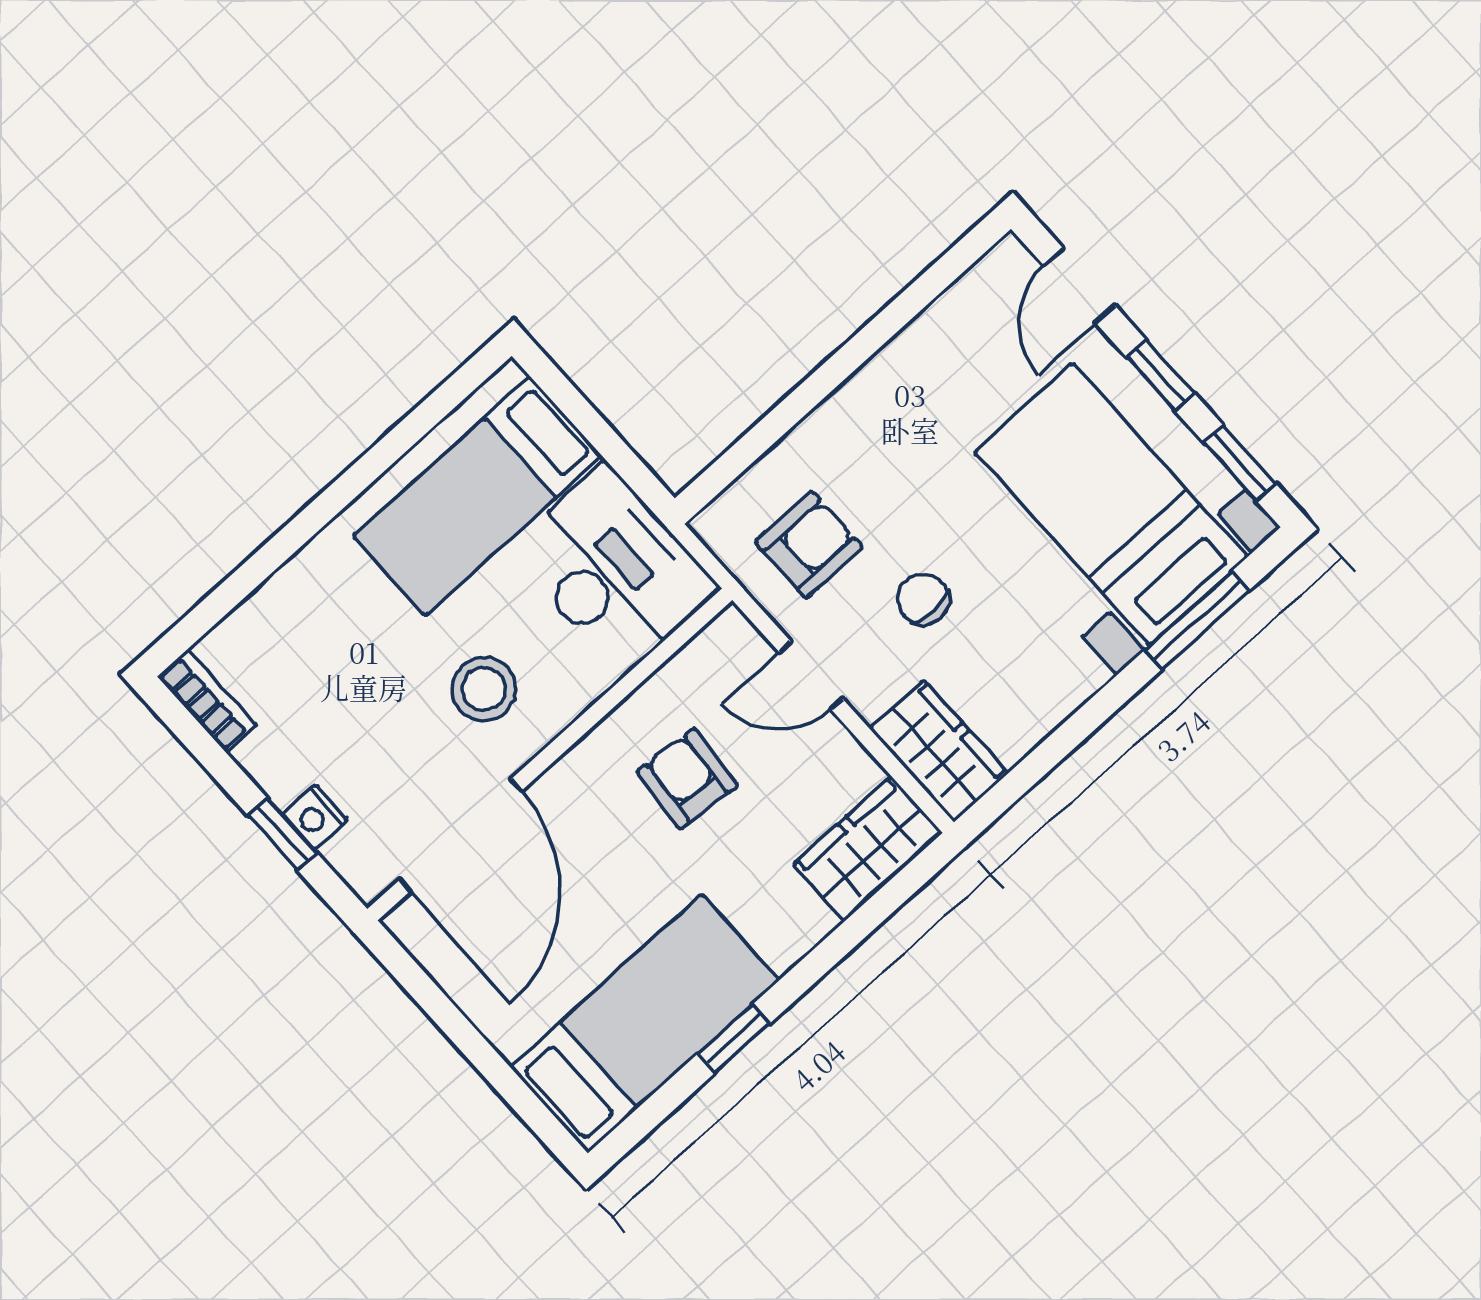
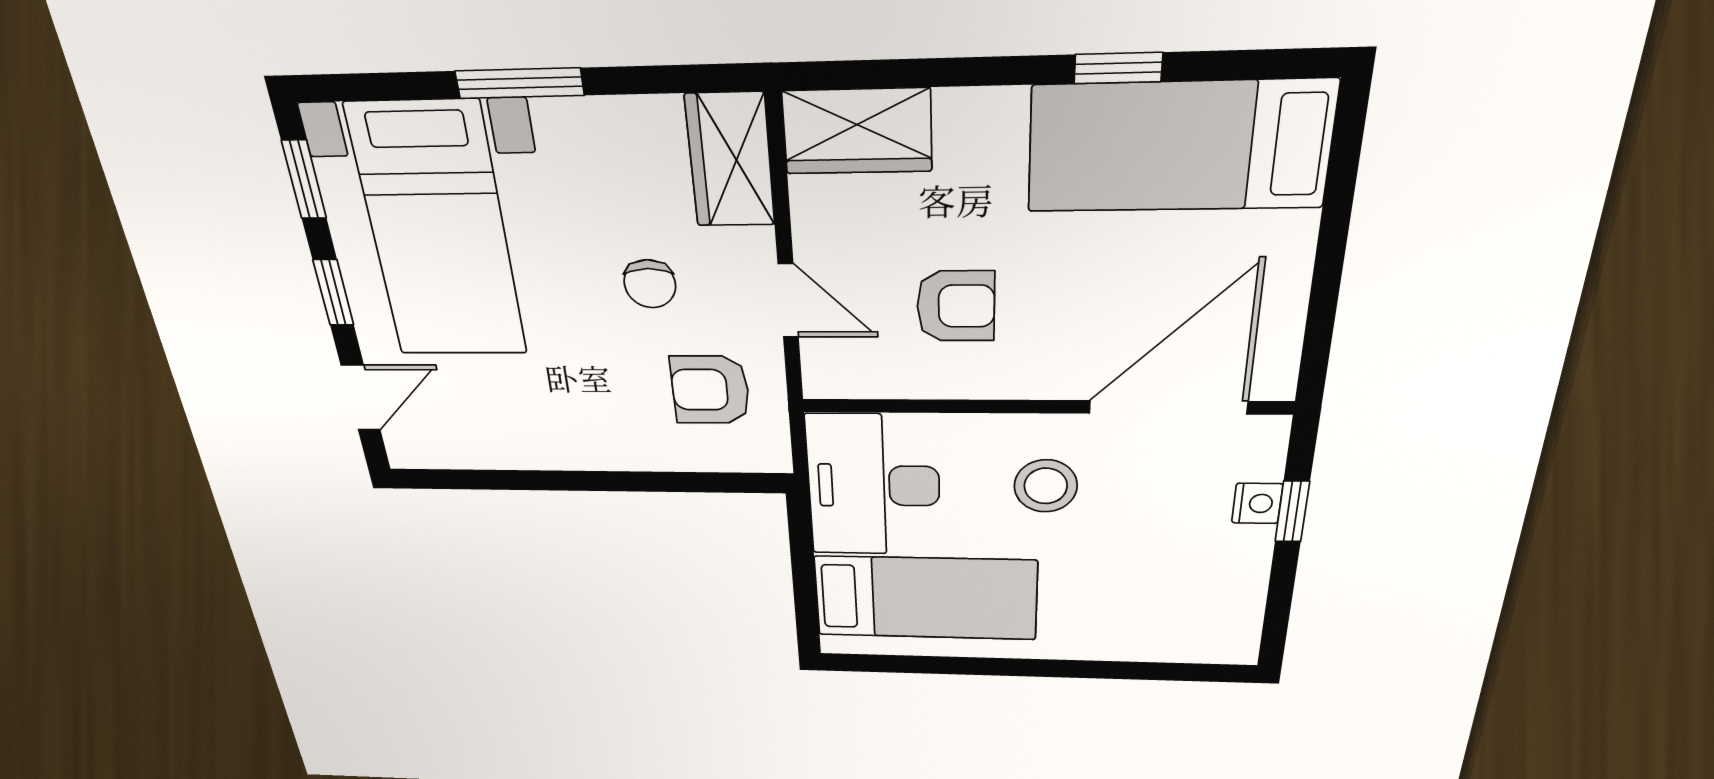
window: (1197, 620) -> (520, 83), moved
bookcase: (207, 701) -> (1243, 627), removed
armchair: (687, 779) -> (956, 306), turned -95

